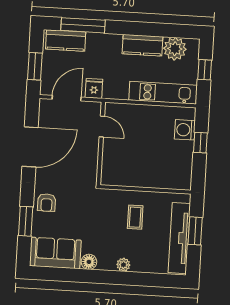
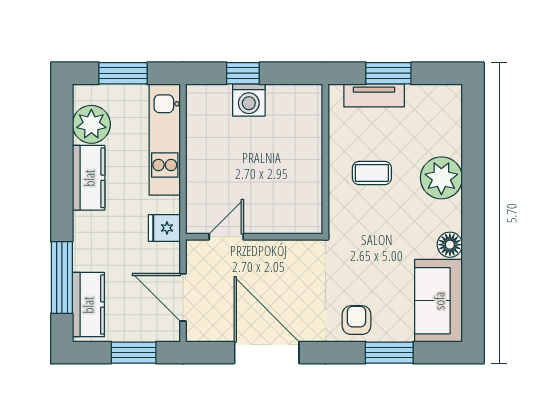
window: (205, 70) -> (123, 73), width x1.50
fridge: (94, 88) -> (164, 228), moved
washing machine: (185, 130) -> (249, 100), moved
armchair: (47, 203) -> (357, 320), turned -90
tv unit: (179, 238) -> (374, 95), width x0.52, depth x0.78
plant: (123, 265) -> (441, 178), width x1.88, depth x1.88

